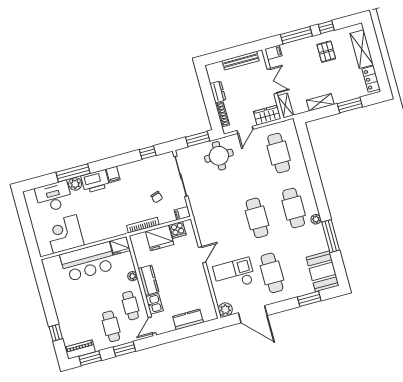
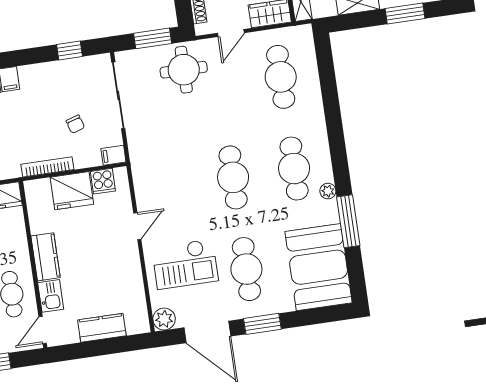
booth: (323, 271) -> (319, 267), width x1.36, depth x1.42
checkout: (234, 274) -> (185, 264), turned 180
plant: (133, 276) -> (21, 247), removed
window: (309, 299) -> (262, 324), moved

